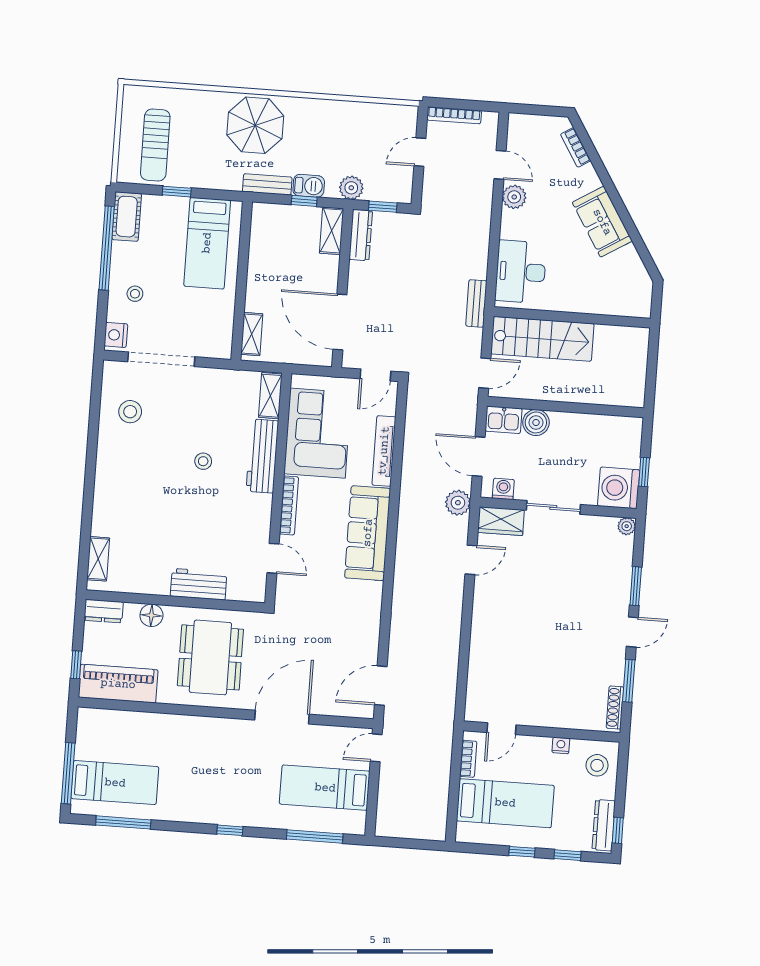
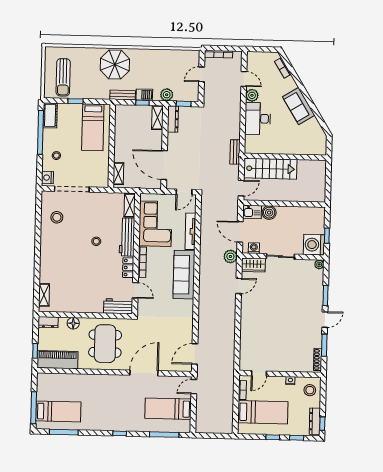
desk: (521, 272) -> (258, 119), moved
locker: (262, 514) -> (128, 268), added
workbench: (199, 584) -> (118, 306), moved

